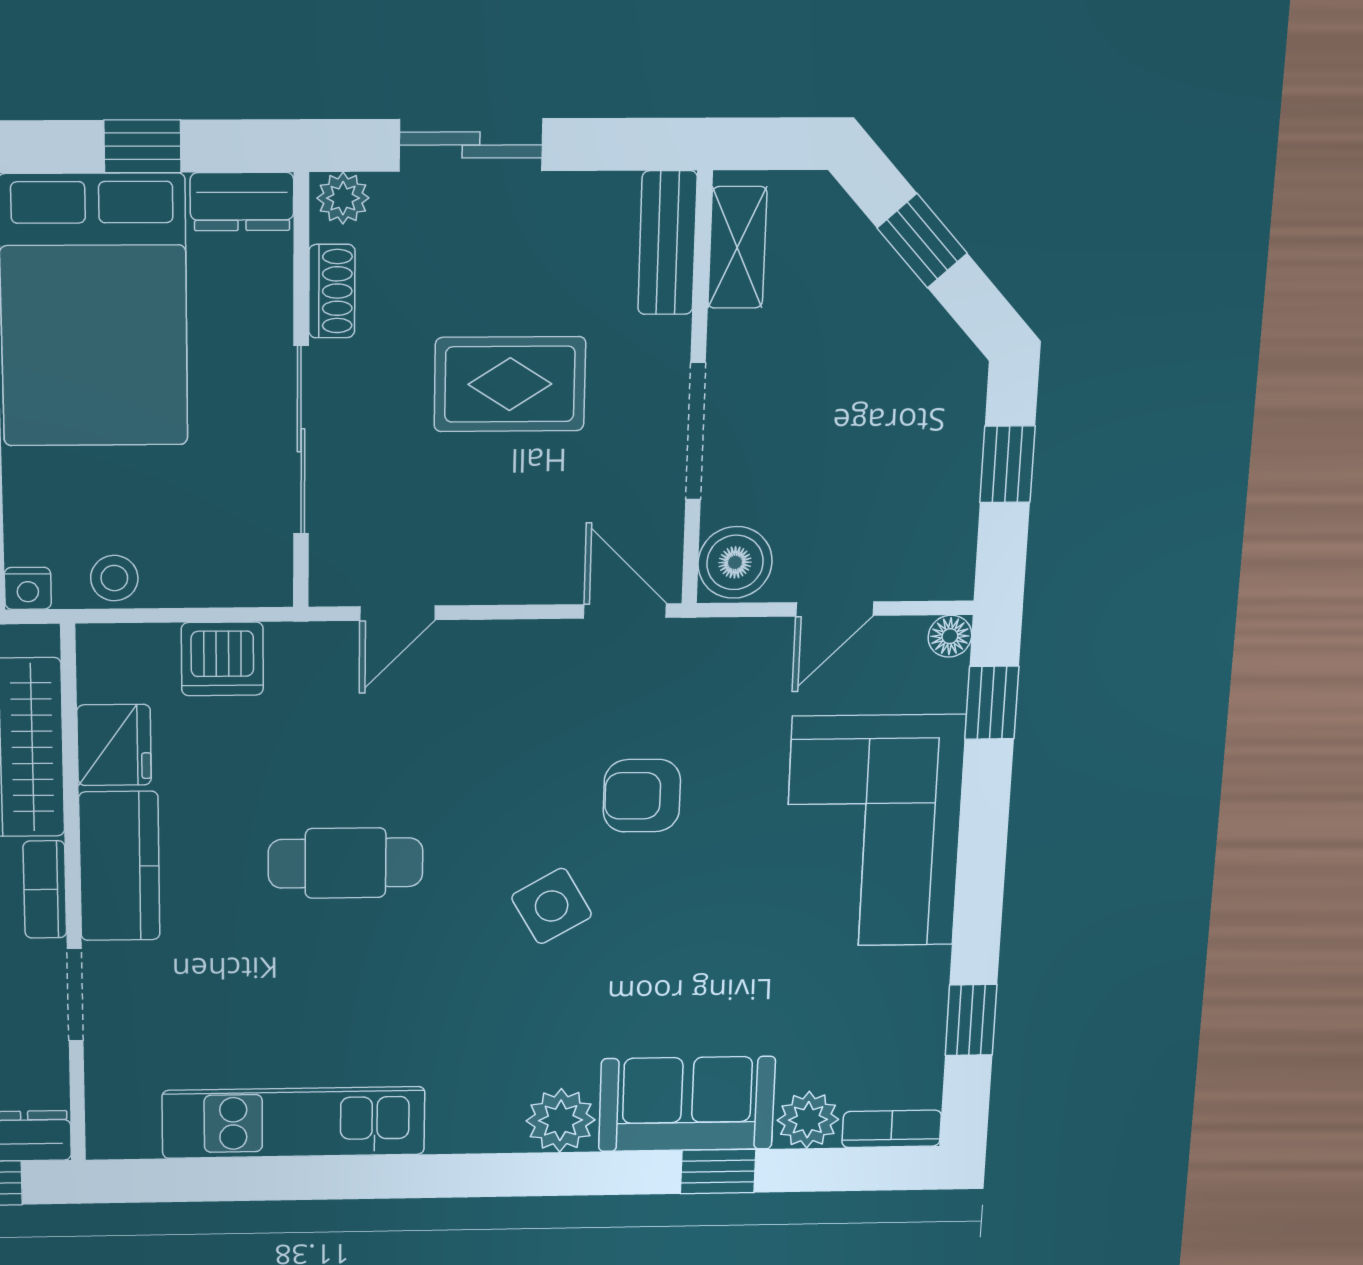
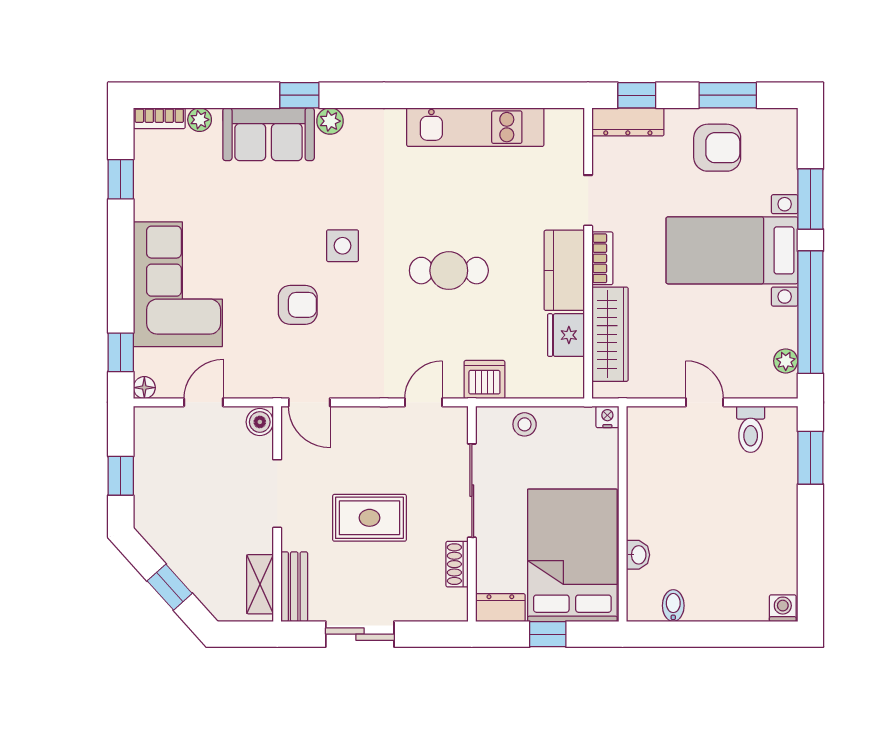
sliding door: (471, 145) -> (360, 634), moved
plant: (343, 198) -> (452, 609), removed
boiler: (735, 562) -> (260, 422), width x0.73, depth x0.73
stool: (114, 578) -> (525, 424), moved
dishwasher: (222, 659) -> (484, 380), moved
side table: (552, 906) -> (343, 246), turned 30
plant: (561, 1120) -> (330, 121), width x0.73, depth x0.73
plant: (808, 1120) -> (200, 120), width x0.73, depth x0.73
window: (718, 1171) -> (299, 95), moved

